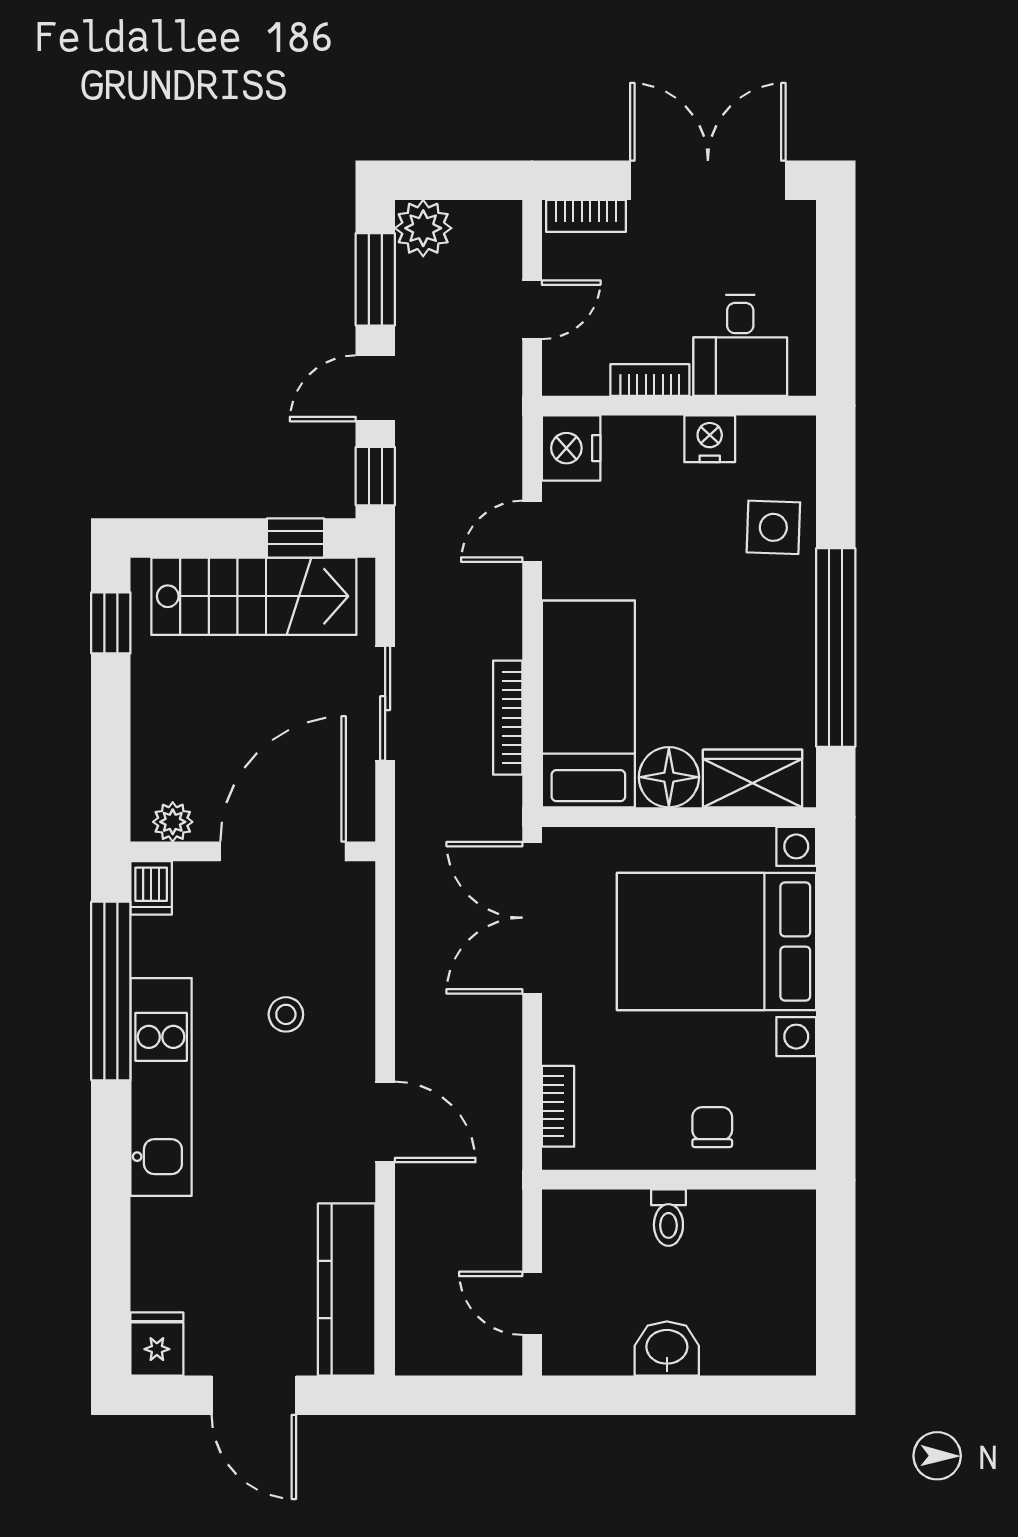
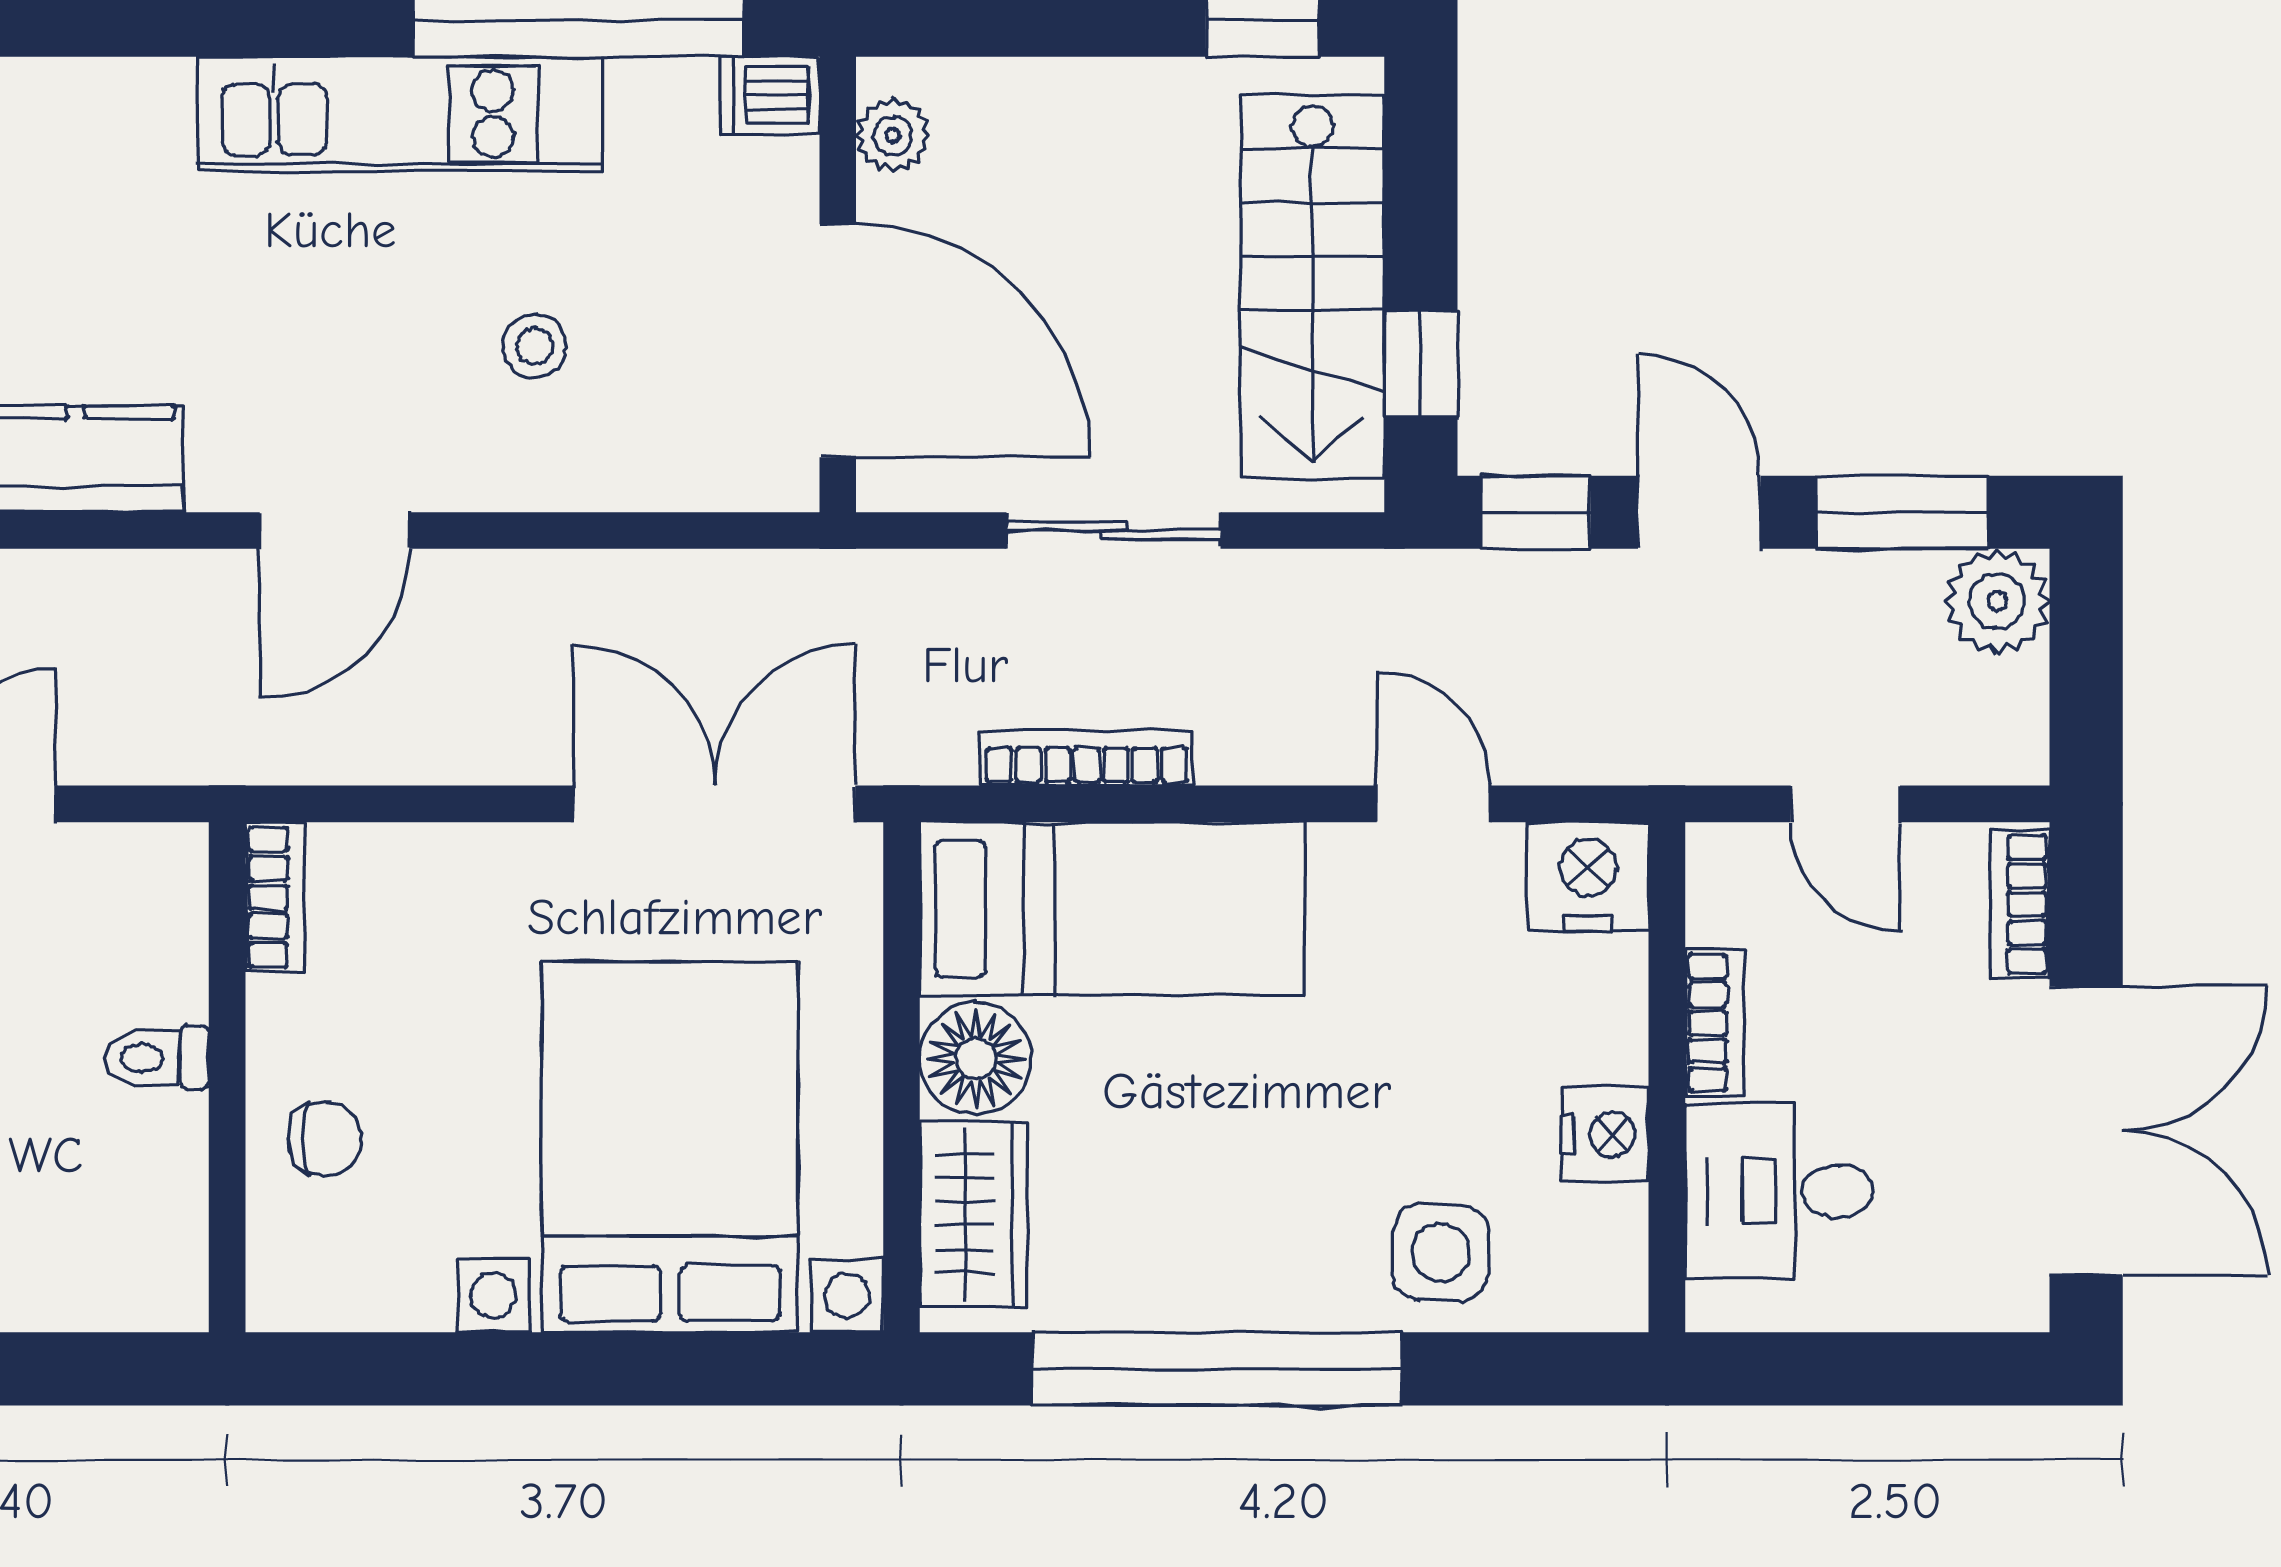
bookcase: (558, 1106) -> (275, 897), moved, turned -90

